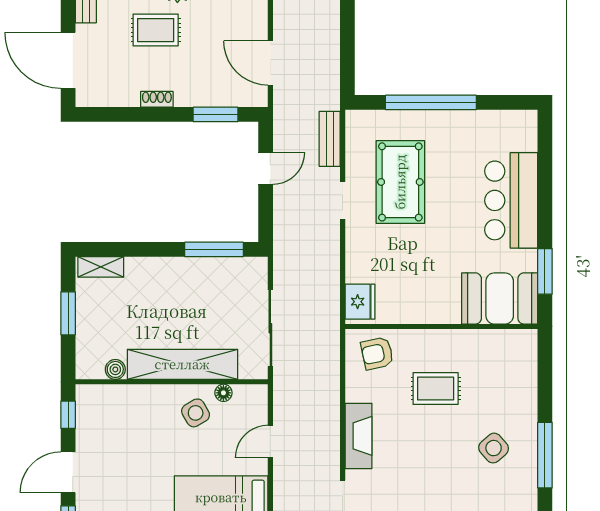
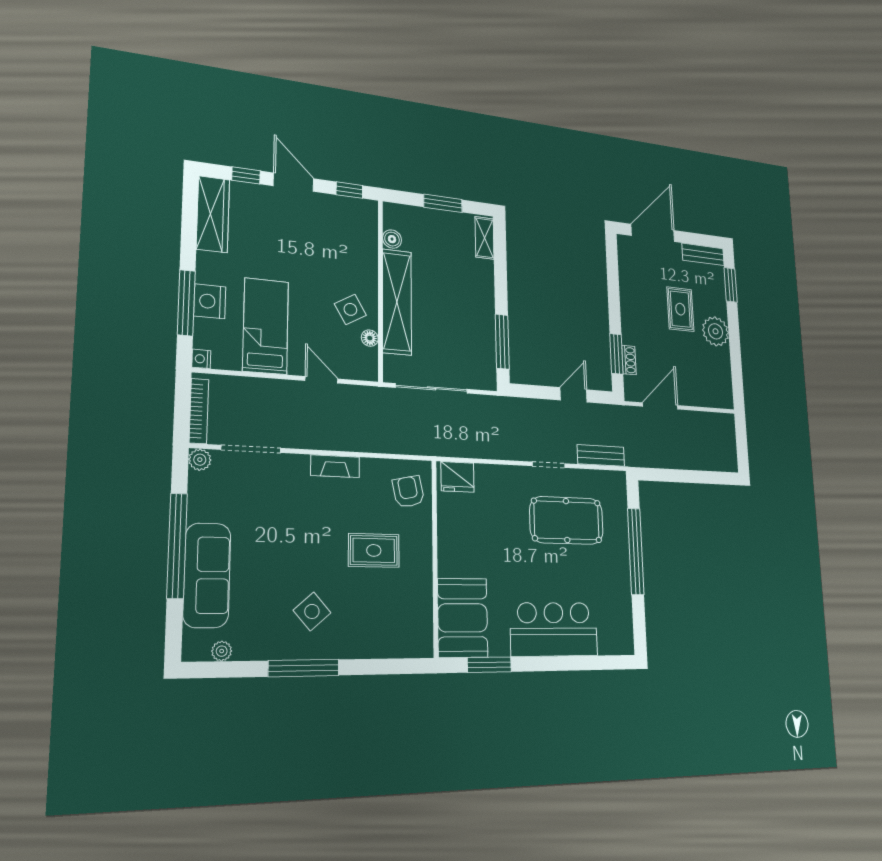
shoe rack: (157, 99) -> (629, 360), moved
door: (266, 169) -> (574, 395), swing flipped
rug: (436, 388) -> (374, 550), turned 90
fireplace: (358, 436) -> (335, 466), width x0.73, depth x0.76

